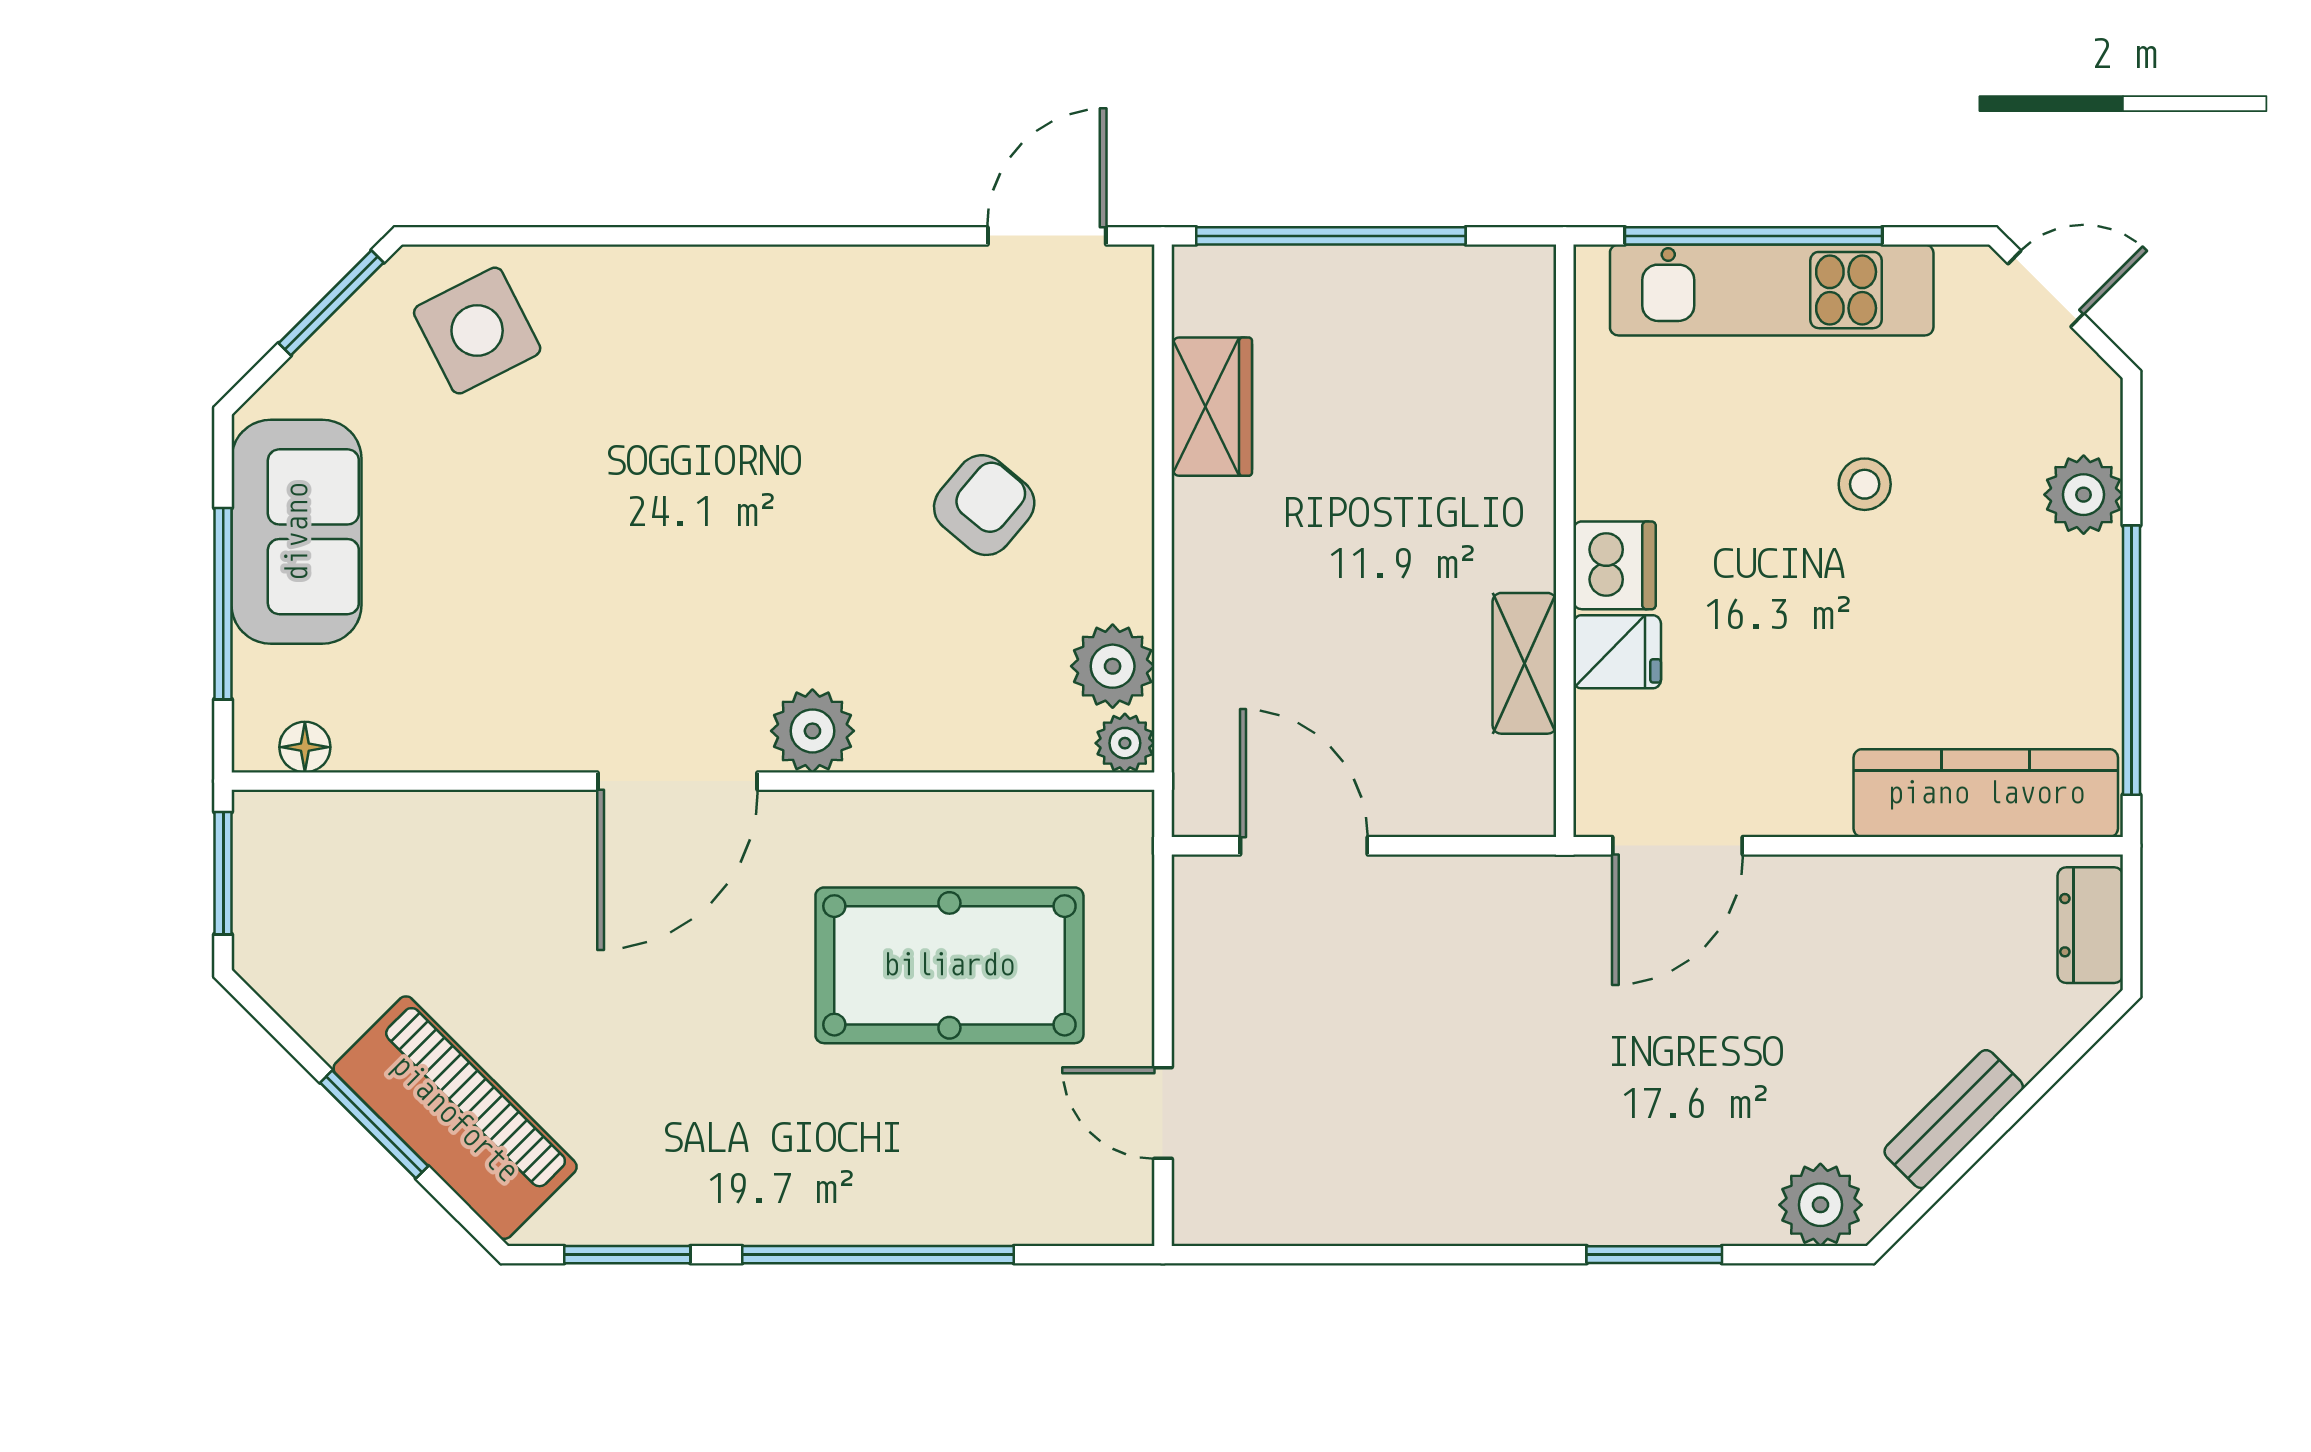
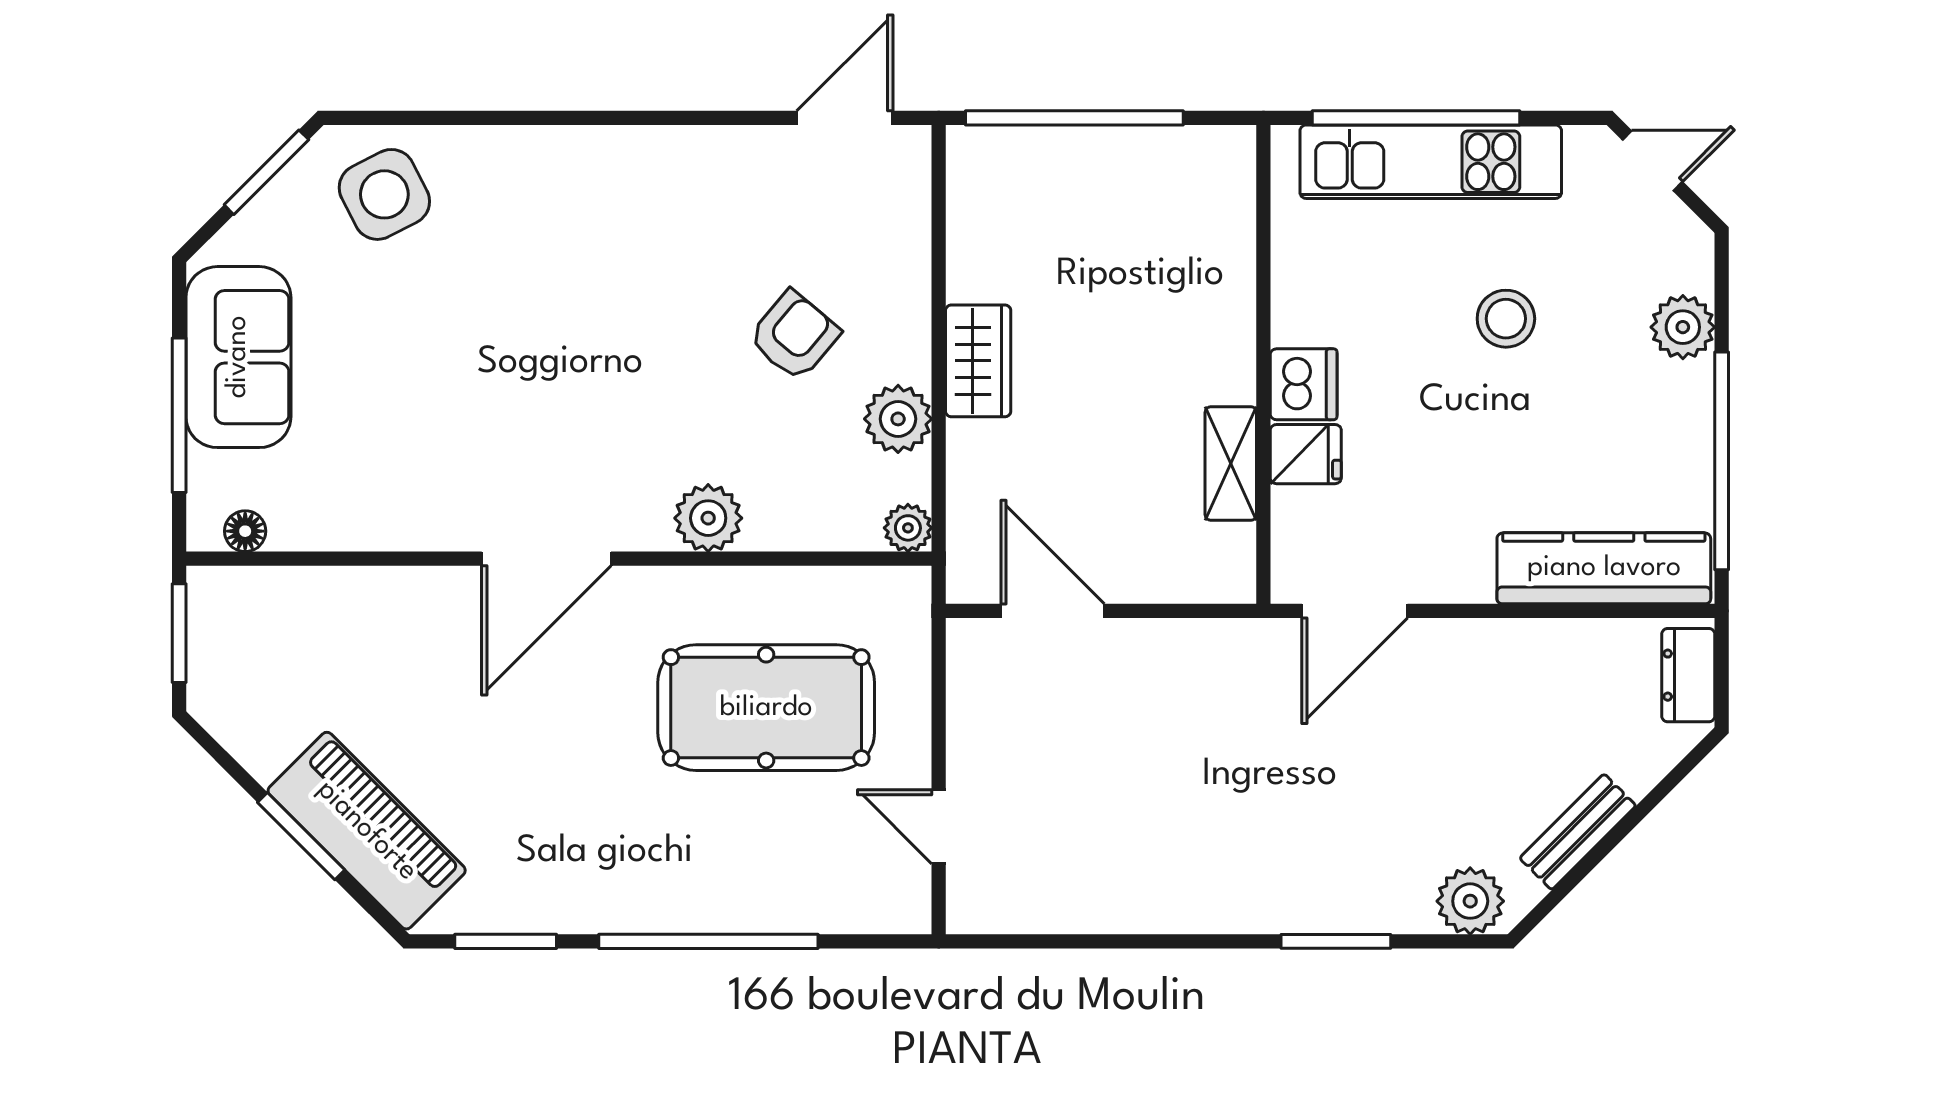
wardrobe: (1212, 407) -> (978, 361), moved
stool: (1865, 484) -> (1506, 319), width x1.37, depth x1.37
plant: (1113, 666) -> (898, 419), moved
plant: (812, 731) -> (708, 518), moved

